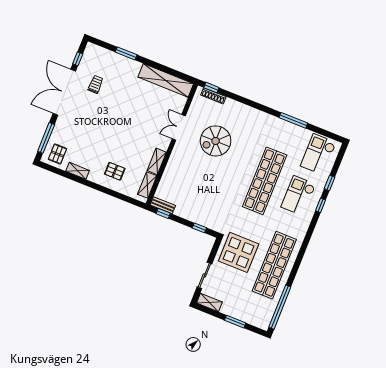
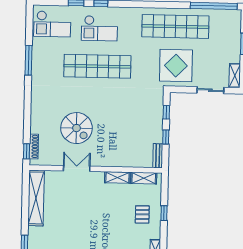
double door: (179, 127) -> (77, 169), swing flipped
window: (109, 192) -> (164, 213), added
window: (163, 213) -> (166, 137), moved

